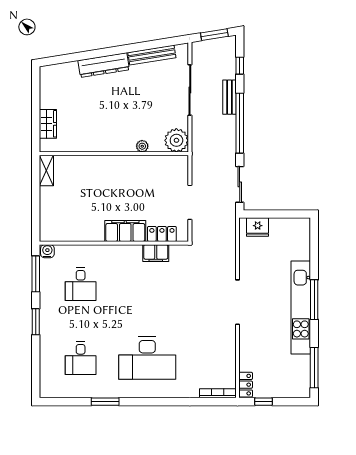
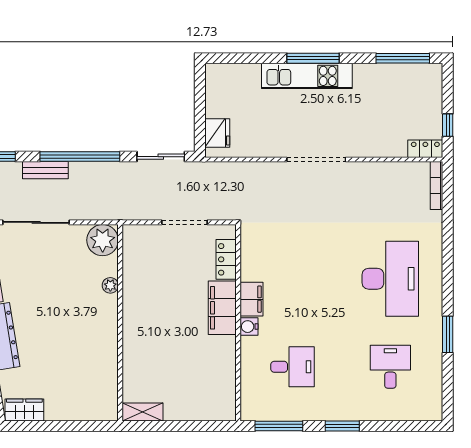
wardrobe: (48, 124) -> (24, 410), moved
water cooler: (47, 251) -> (249, 327), moved
filing cabinet: (156, 253) -> (252, 299), moved
kitchen unit: (301, 307) -> (307, 76), width x0.73
desk: (81, 358) -> (390, 367), turned -90

